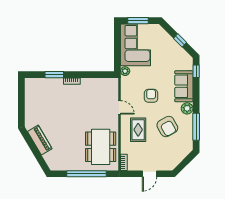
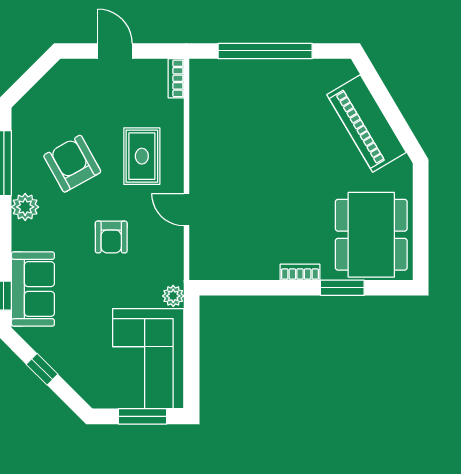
sofa: (184, 86) -> (33, 289), moved
piano: (40, 140) -> (367, 124), width x1.37, depth x1.33
dining table: (101, 147) -> (371, 235), moved
door: (149, 174) -> (115, 51), hinge flipped

